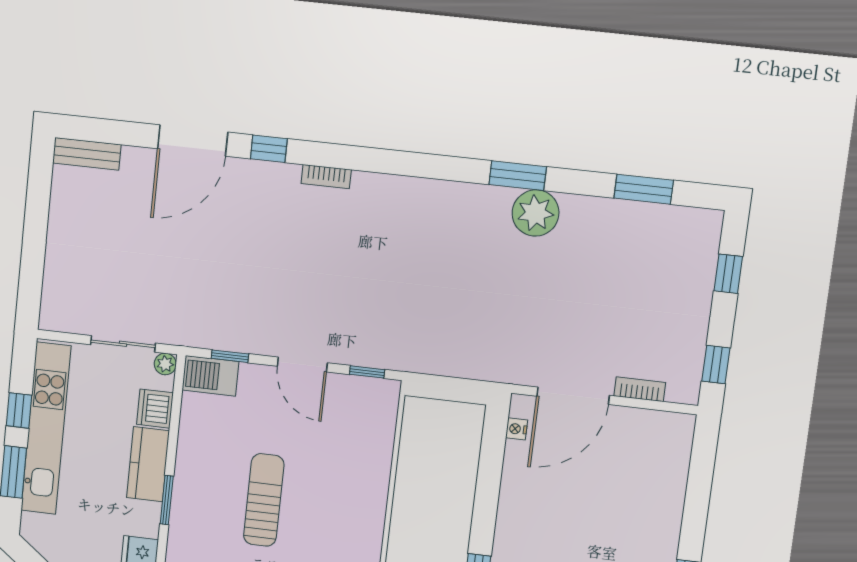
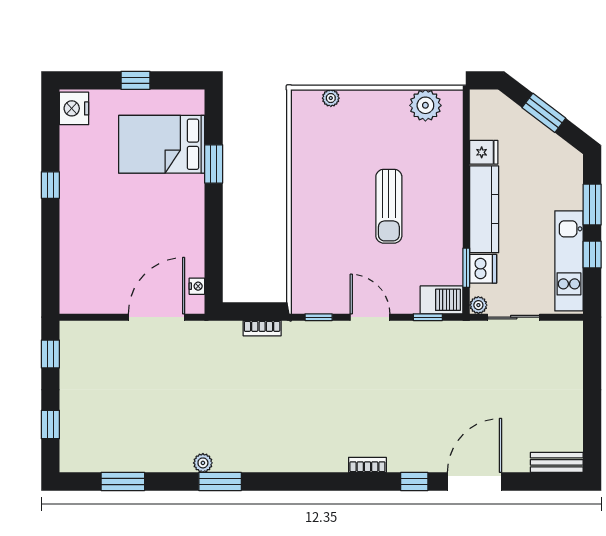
plant: (536, 213) -> (203, 463), width x0.53, depth x0.53
bookcase: (640, 389) -> (262, 328), moved
kitchen unit: (46, 428) -> (569, 261), width x0.73
kitchen counter: (148, 464) -> (484, 209), width x1.50
window: (167, 500) -> (466, 268), moved

